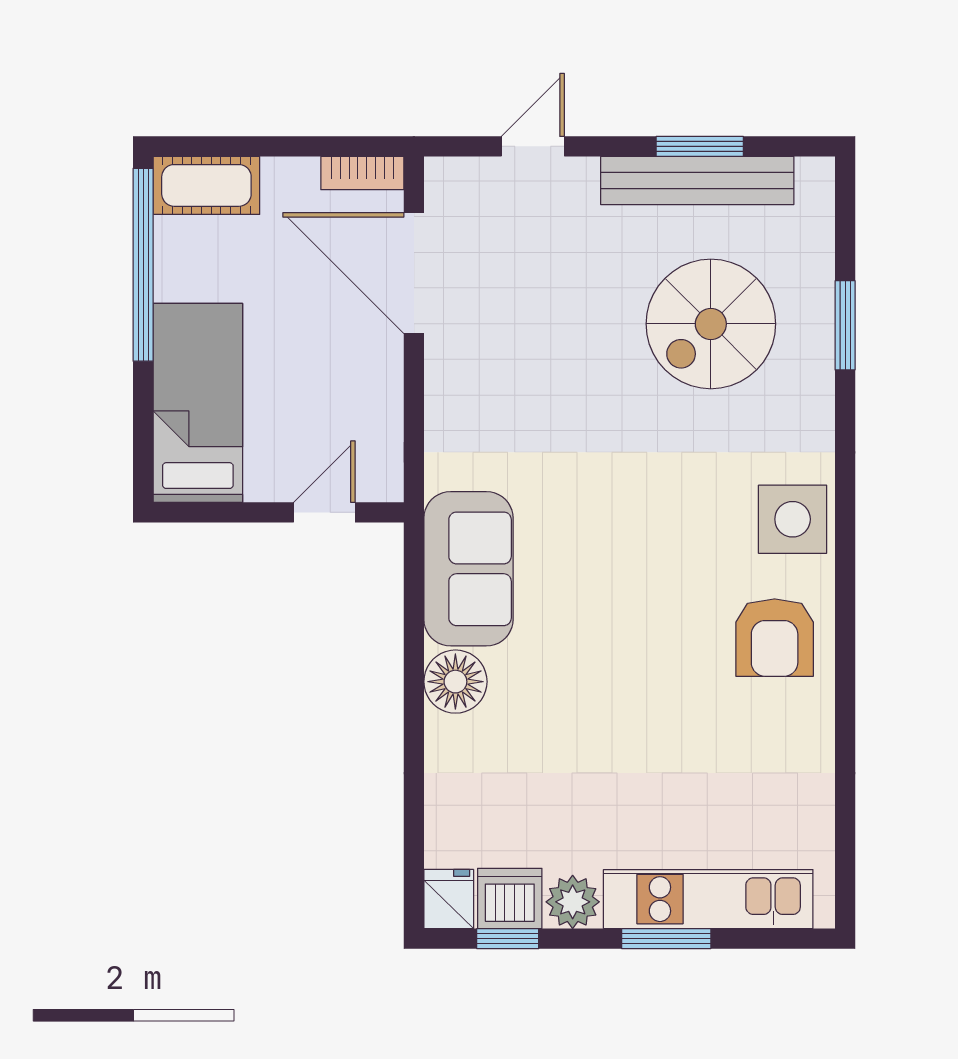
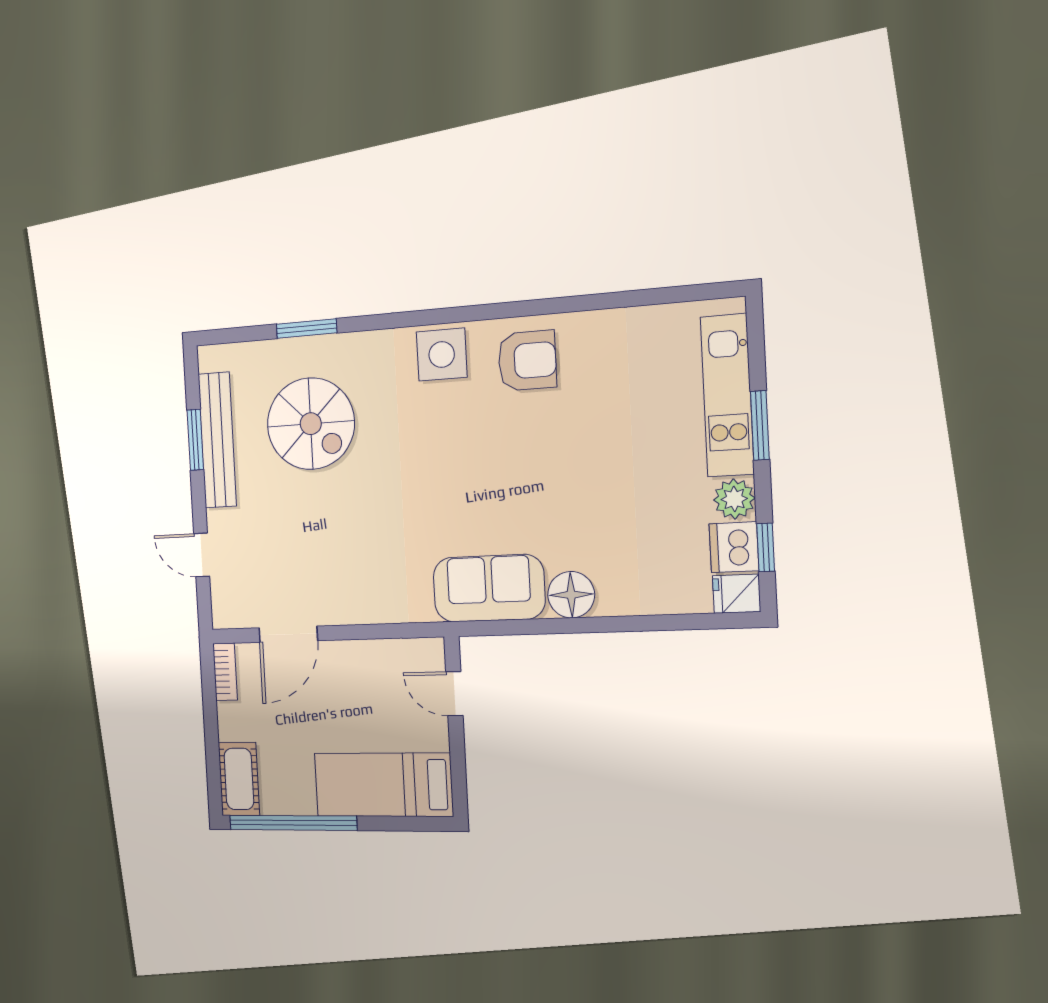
door: (414, 273) -> (288, 634), width x0.73

